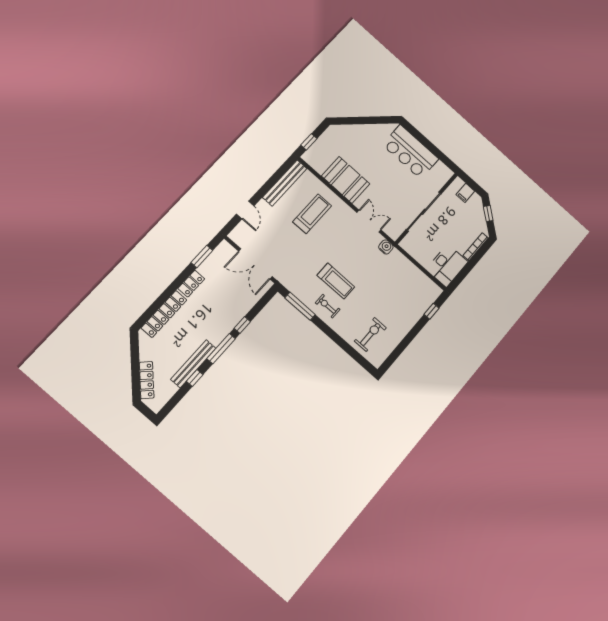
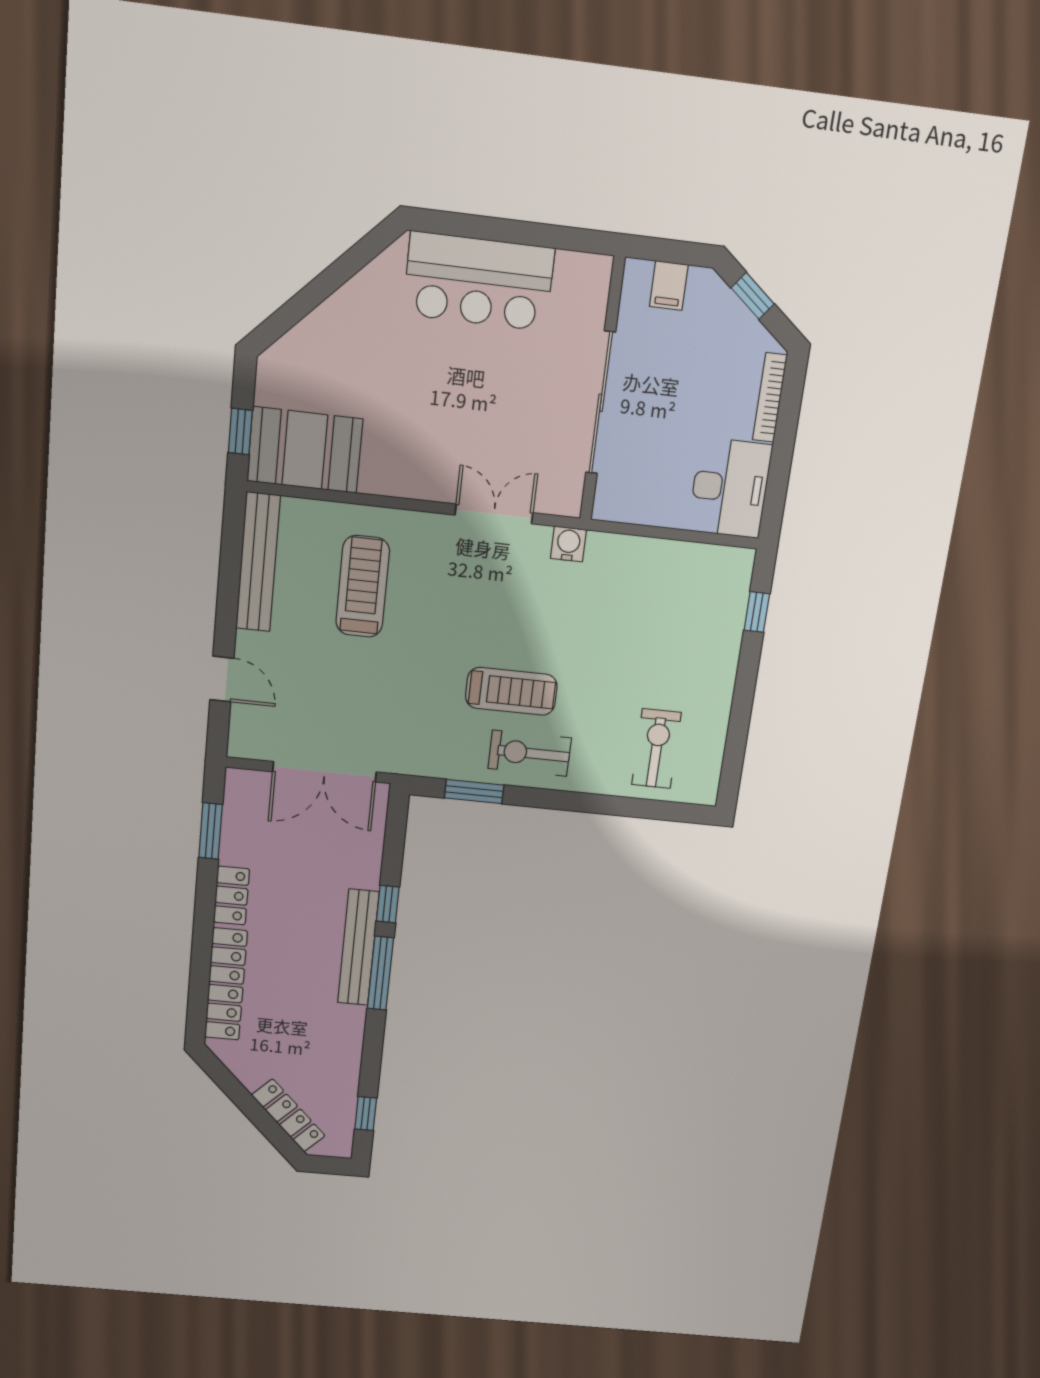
booth: (346, 180) -> (305, 450), moved
window: (300, 306) -> (474, 792), width x0.69
exercise bike: (328, 306) -> (530, 753), width x1.38, depth x1.39
bench: (193, 364) -> (358, 948), moved
window: (195, 378) -> (366, 1114), moved

